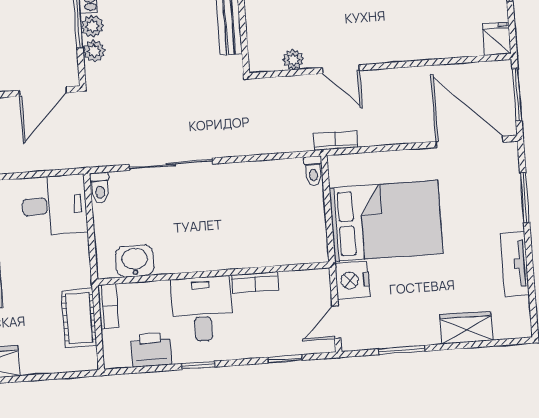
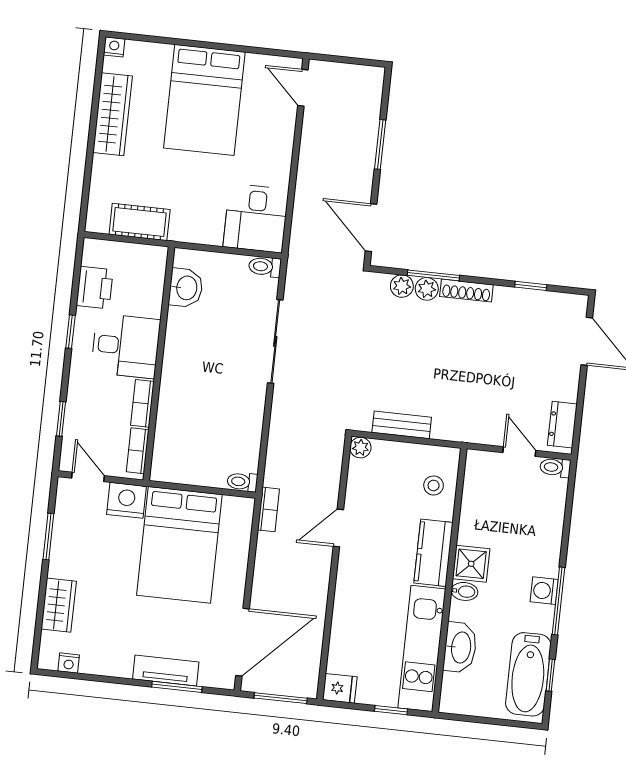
plant: (293, 60) -> (360, 448), moved
tv unit: (515, 264) -> (166, 671), moved
bookcase: (108, 306) -> (138, 451), moved, turned 90
nightstand: (521, 307) -> (69, 663), added

